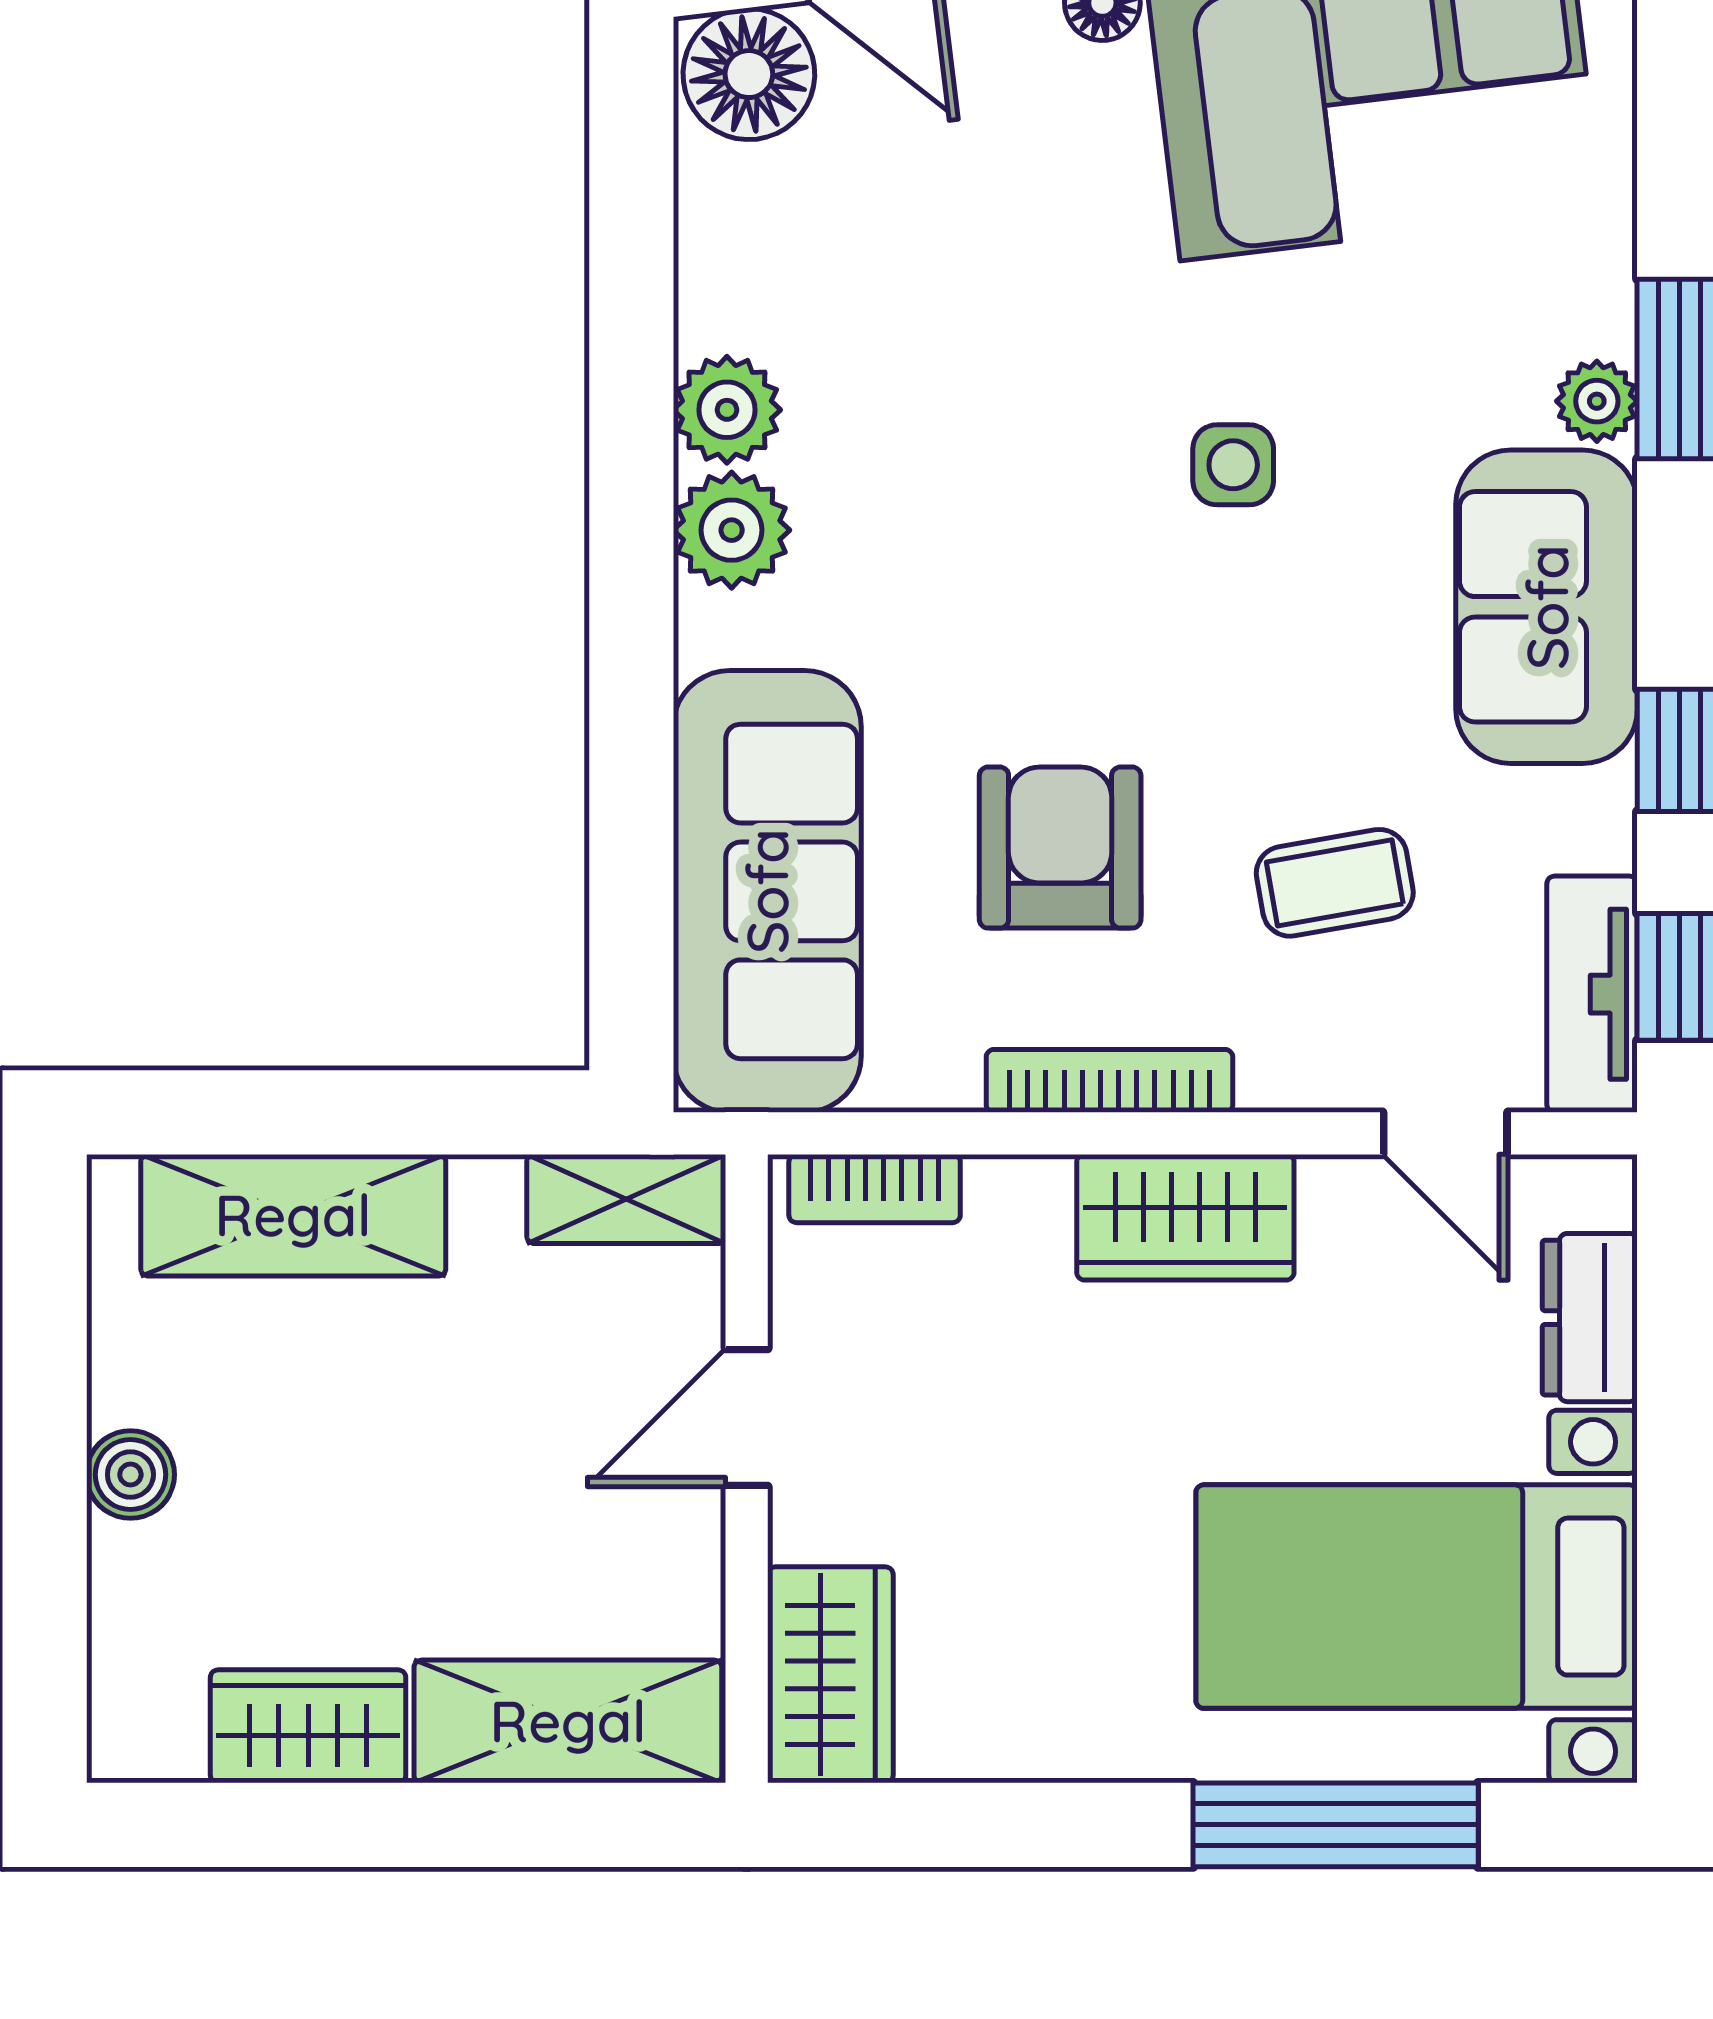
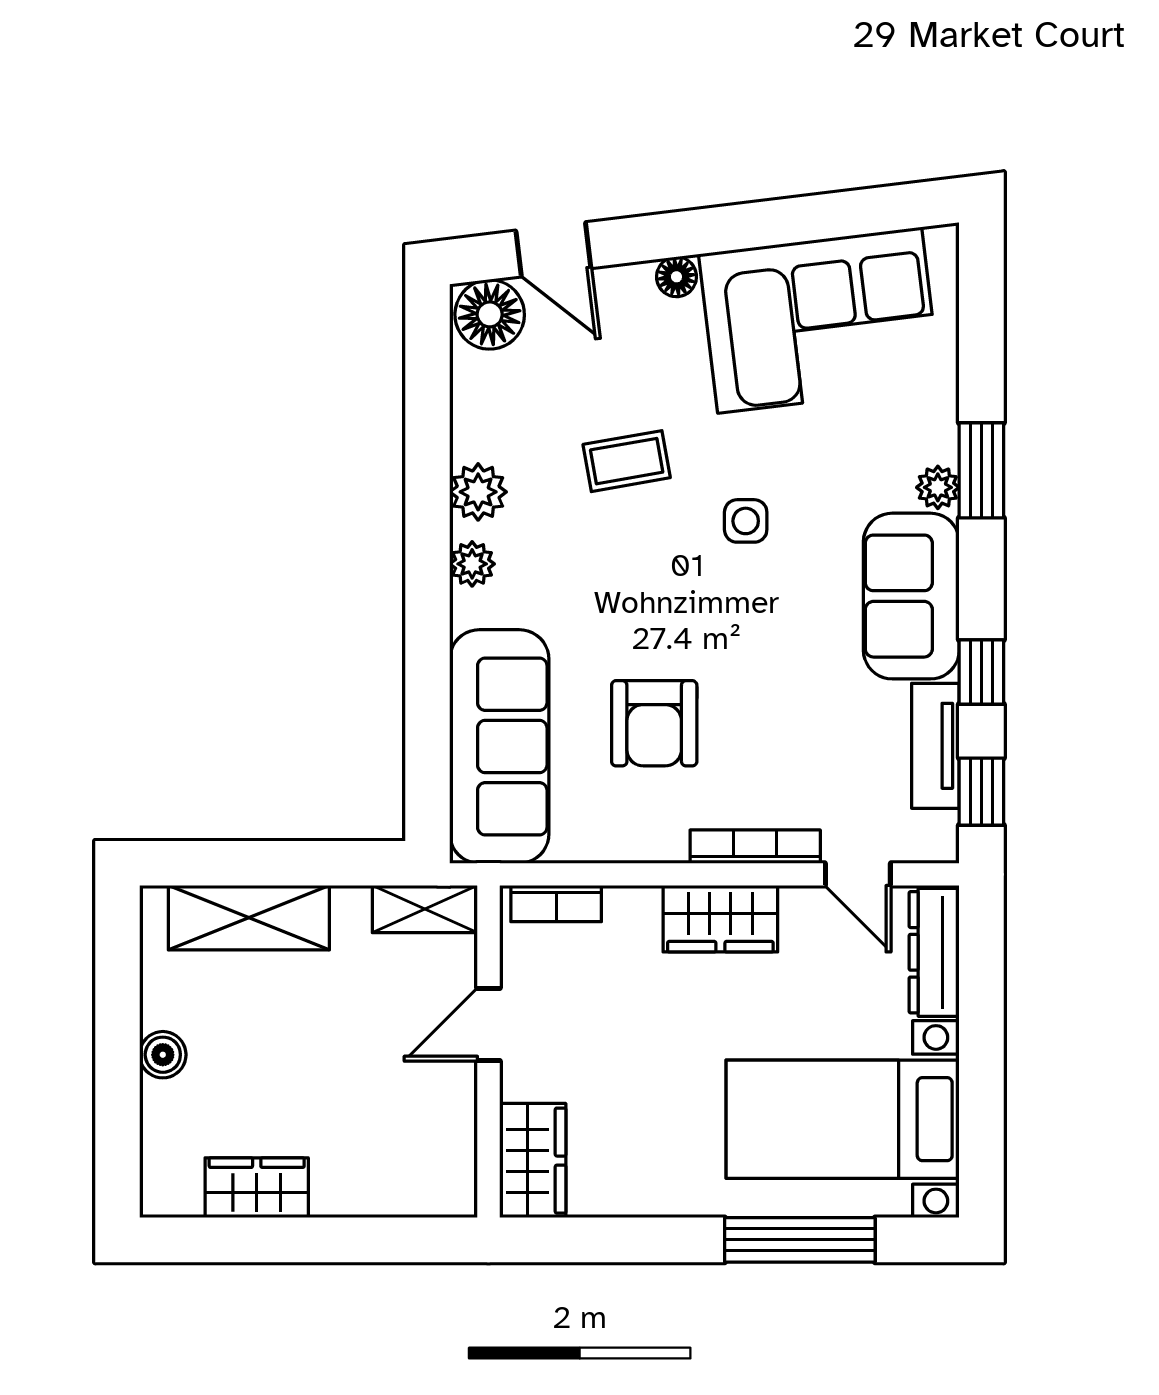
plant: (732, 530) -> (472, 564), width x0.73, depth x0.73
armchair: (1060, 848) -> (654, 723), turned 180
coffee table: (1335, 883) -> (627, 461), moved
tv unit: (1592, 994) -> (935, 746), moved
bookcase: (1110, 1081) -> (755, 847), moved
dresser: (1590, 1318) -> (934, 952), width x1.44
shelving: (568, 1721) -> (394, 1185), removed

